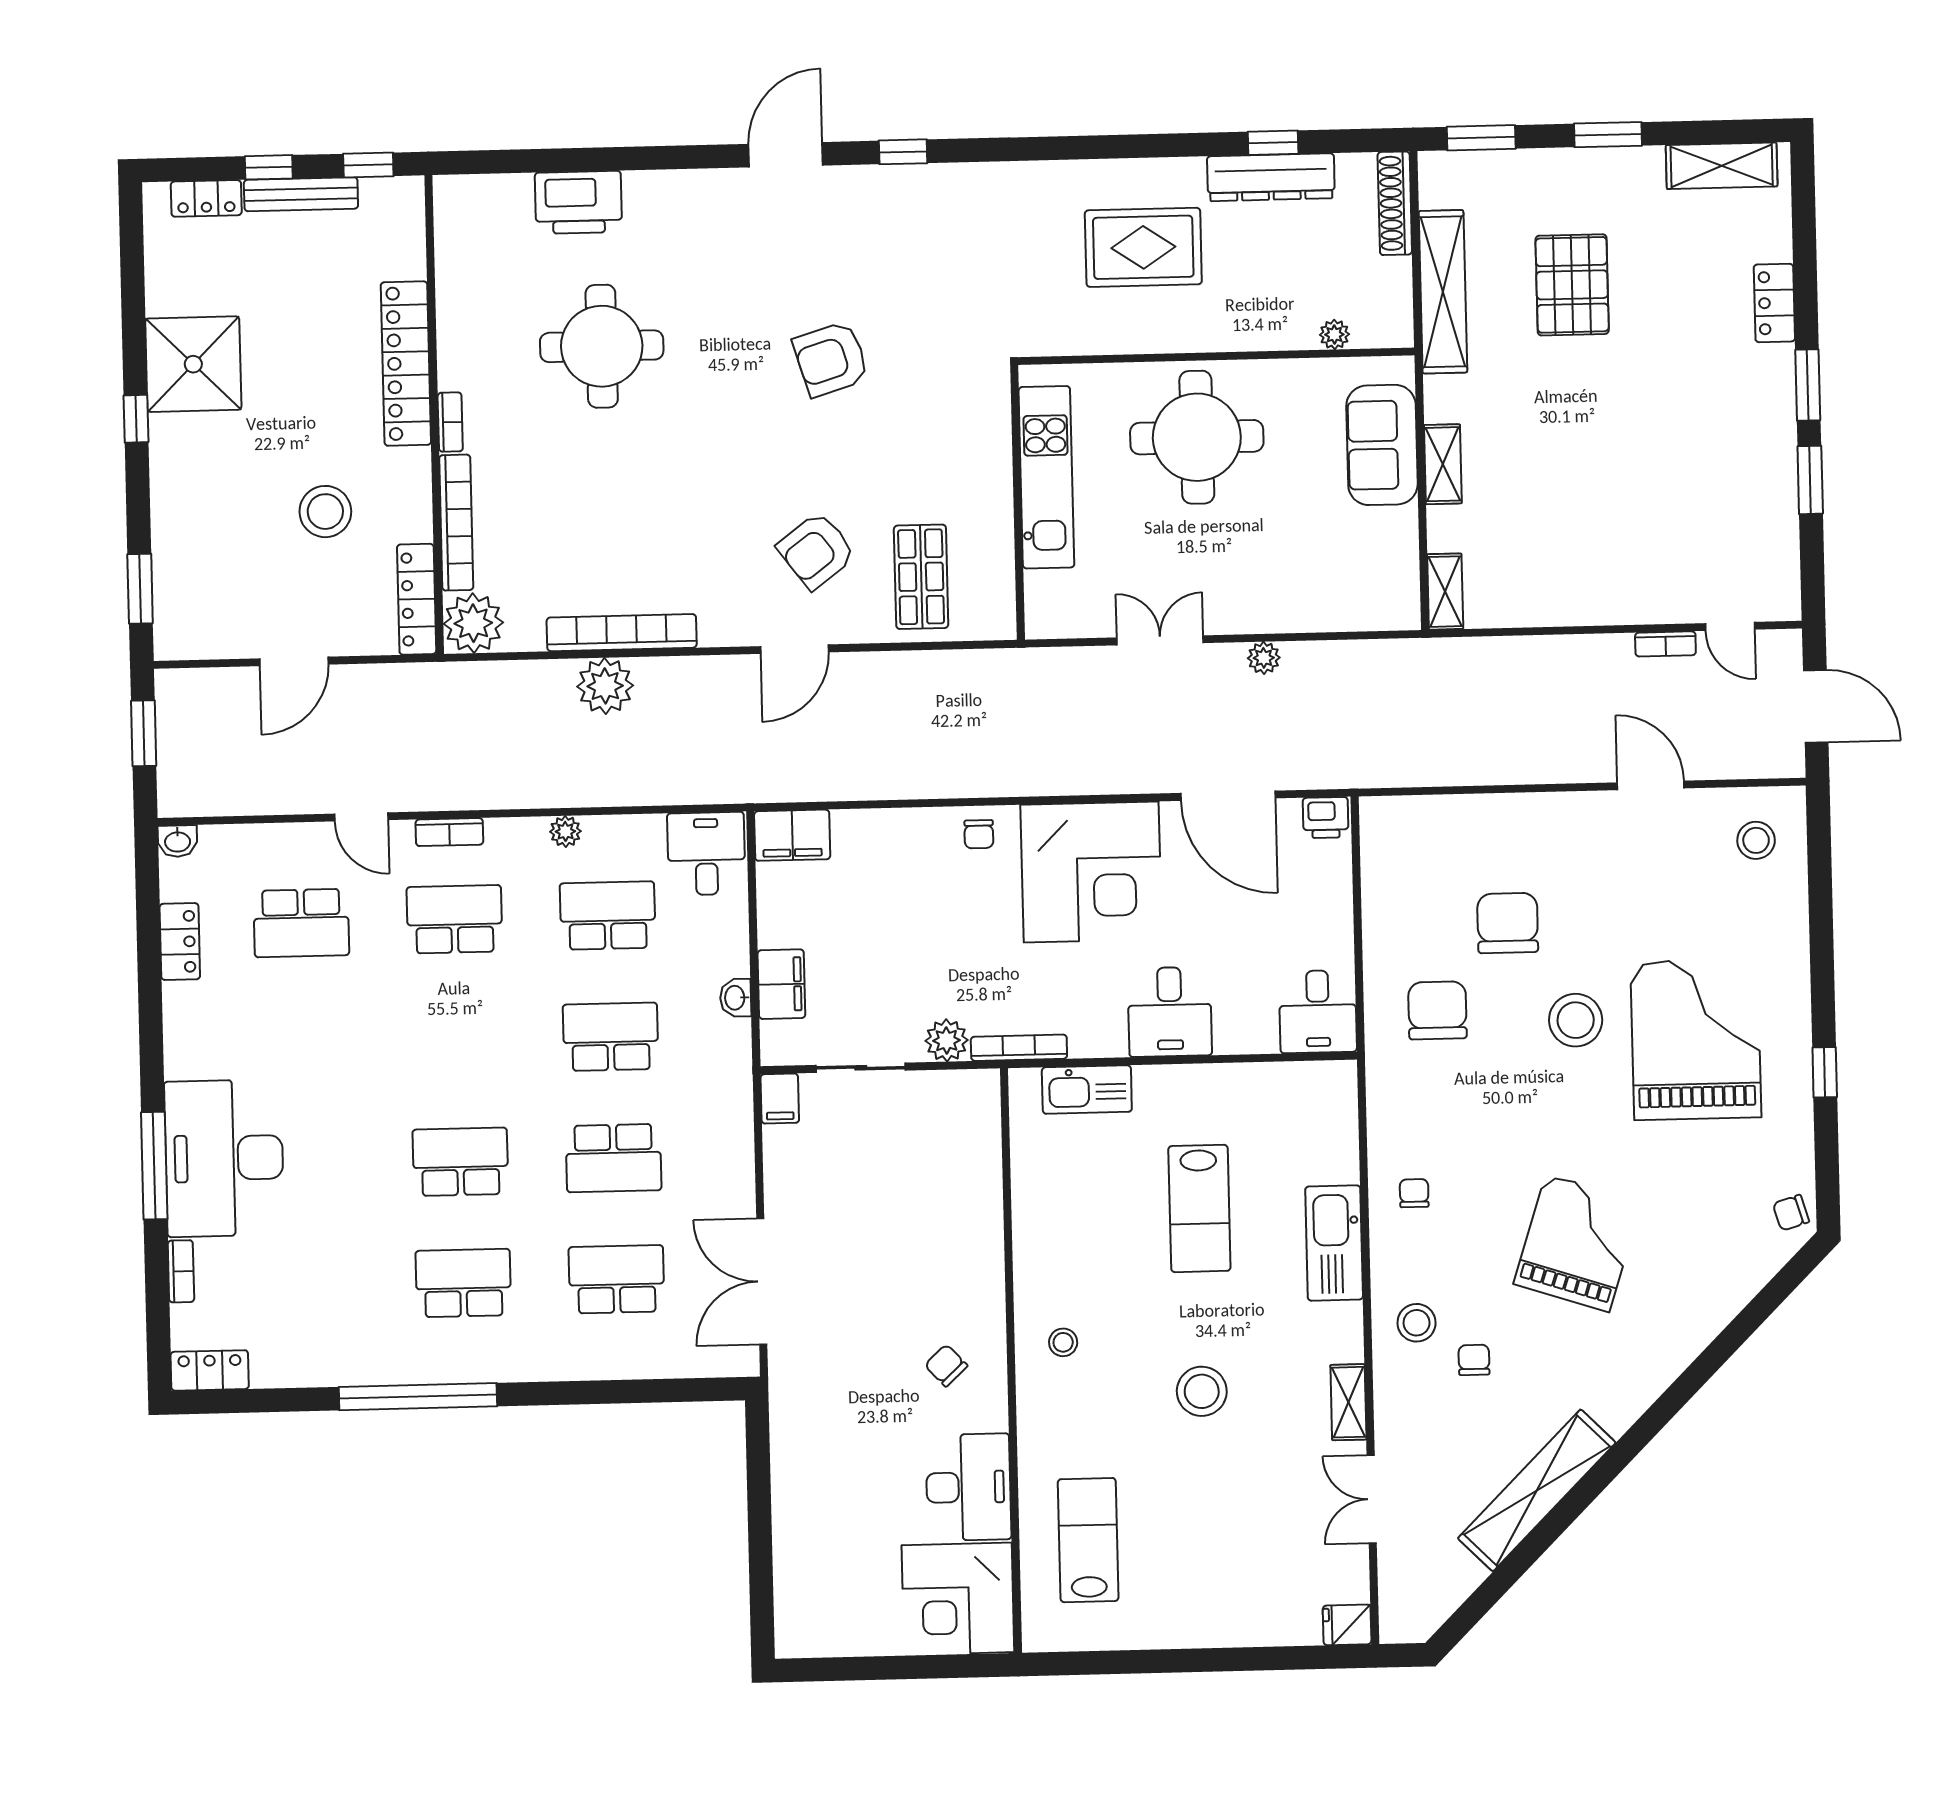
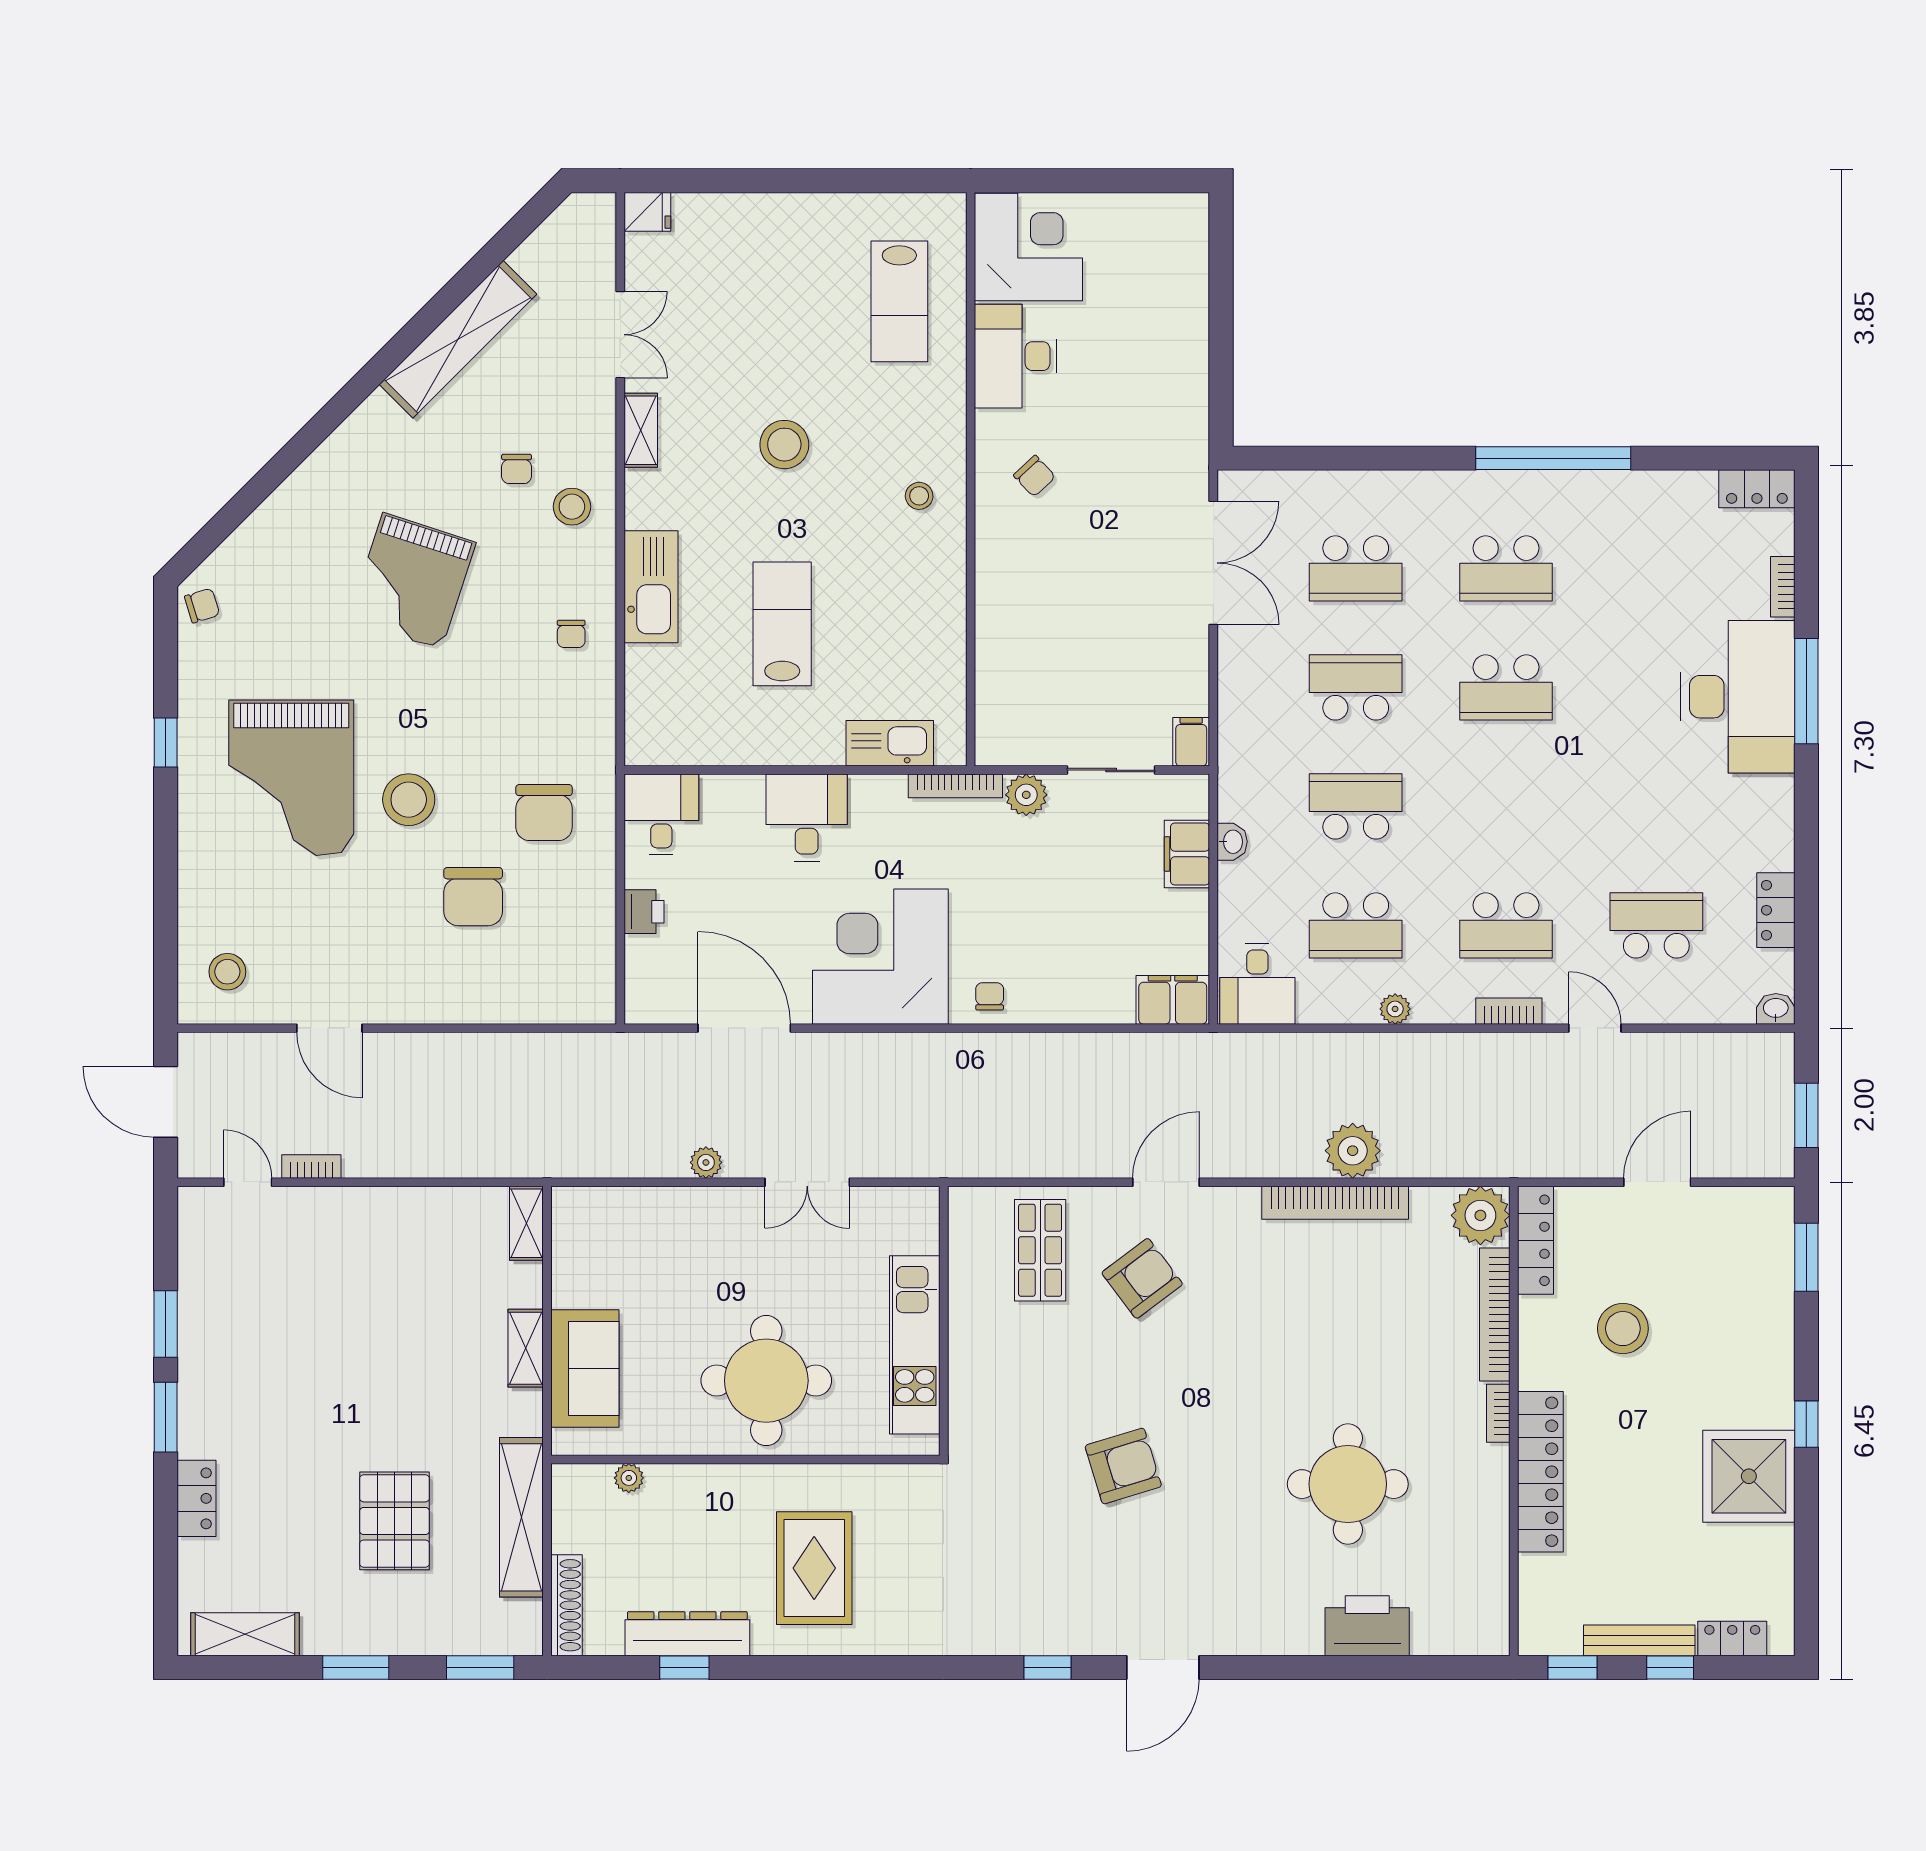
rug: (1143, 247) -> (814, 1568), turned 90
printer: (1326, 818) -> (644, 912), moved, turned 90
school desk: (611, 1037) -> (1356, 806), turned 180

